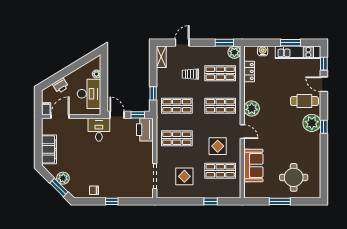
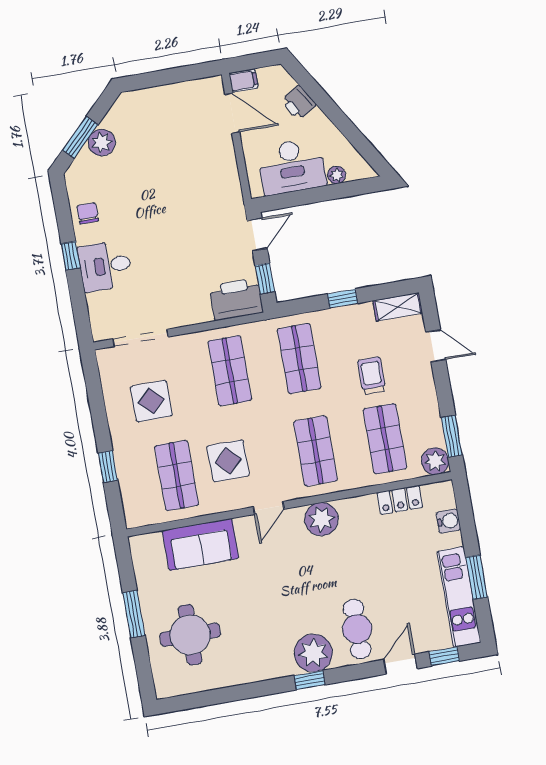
window: (153, 93) -> (343, 299), moved
desk: (99, 130) -> (105, 266), moved, turned 180
filing cabinet: (49, 149) -> (158, 102), removed

